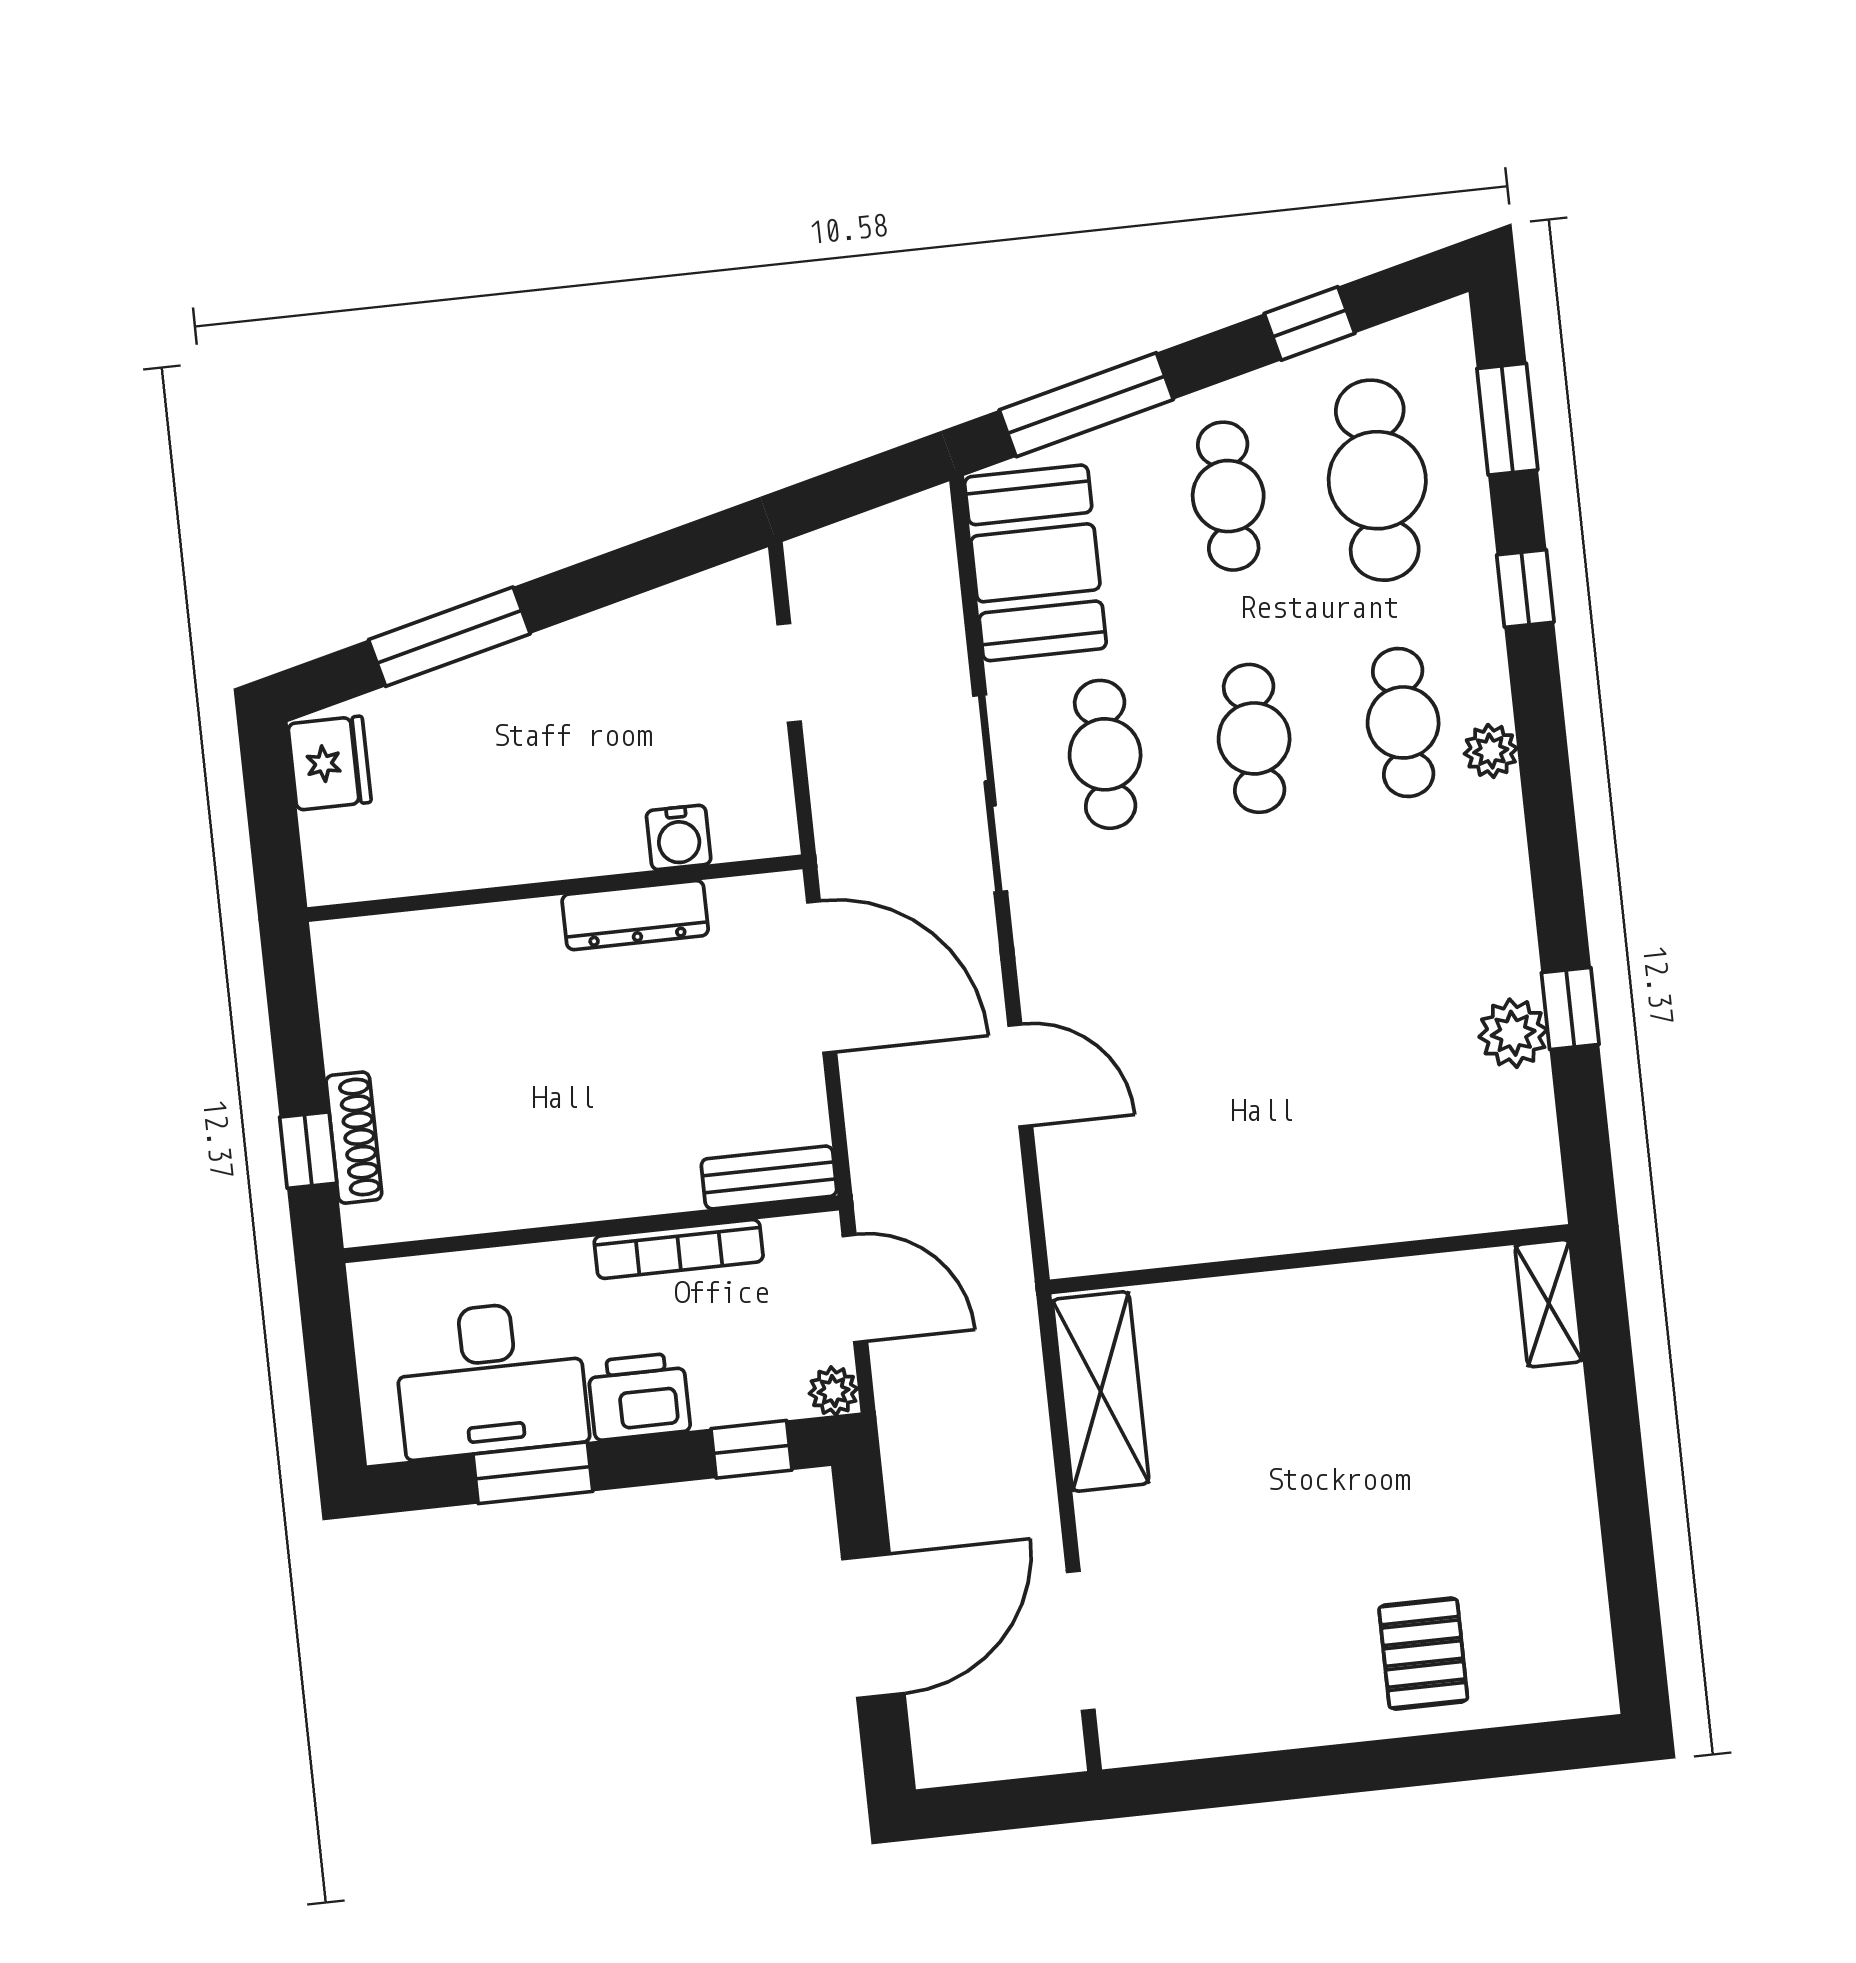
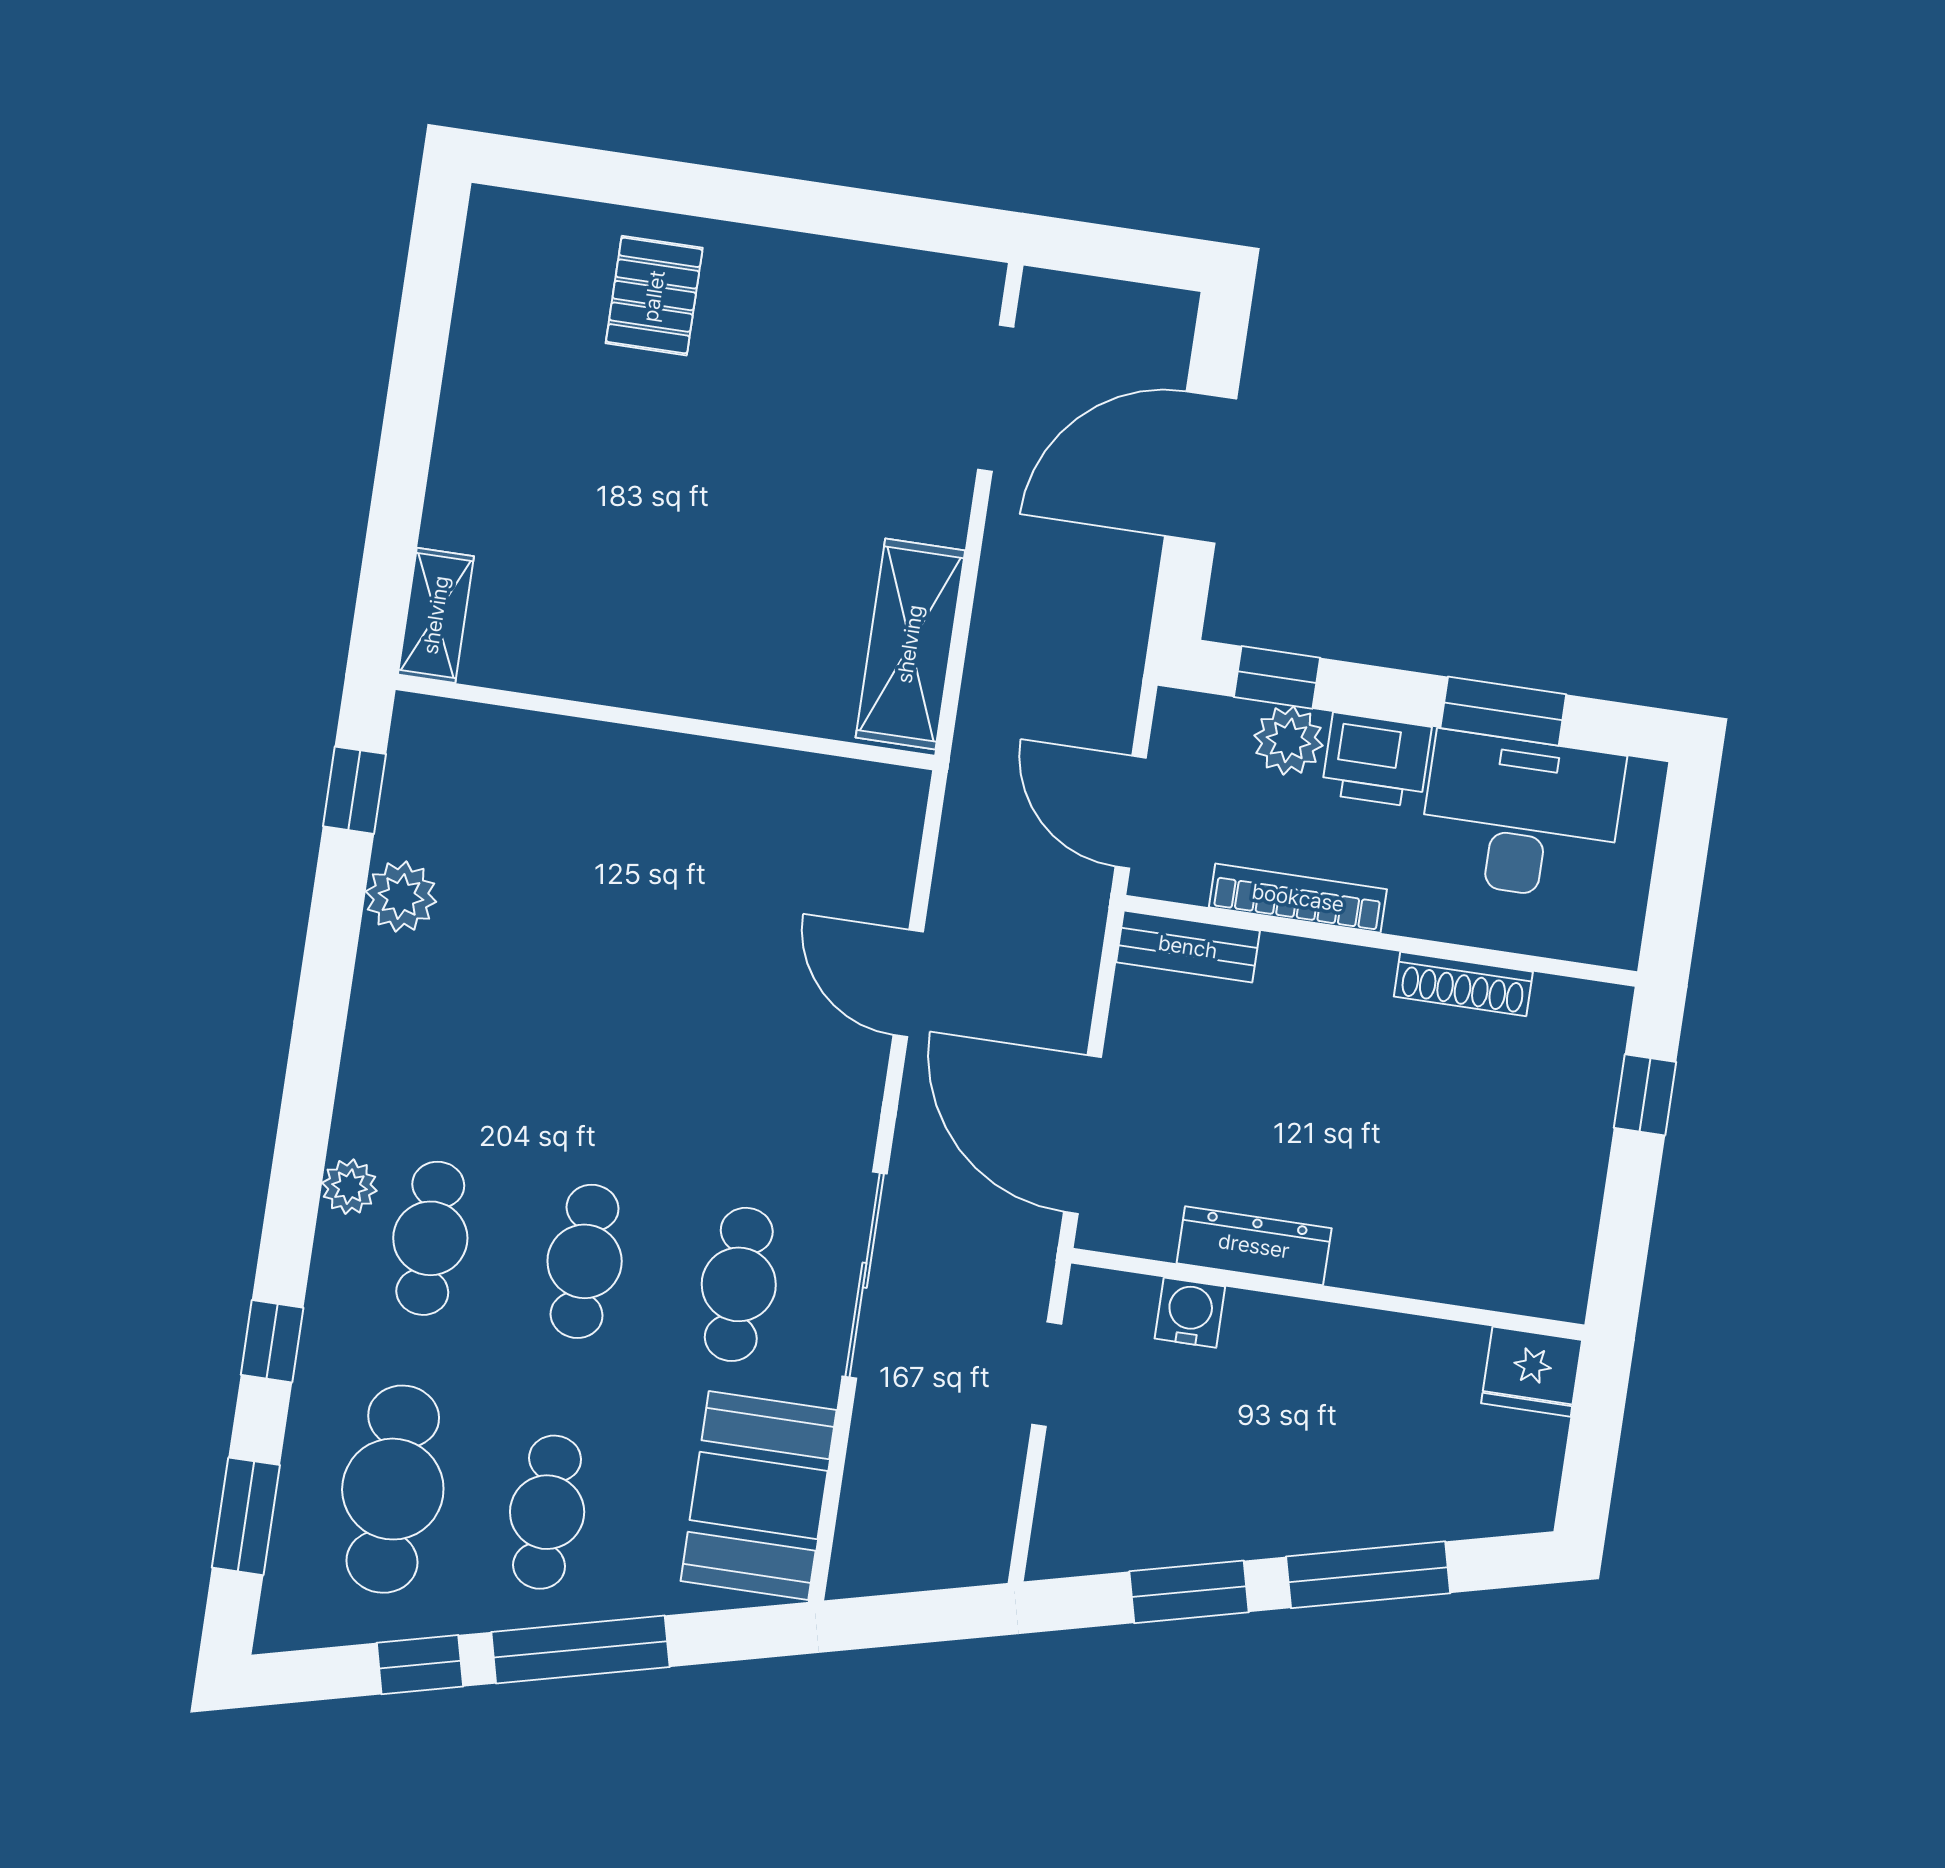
window: (1086, 405) -> (580, 1649), moved
window: (612, 578) -> (1189, 1592), added
doorway: (789, 673) -> (1047, 1374), moved
fridge: (330, 763) -> (1532, 1372), moved, turned -90
window: (1570, 1008) -> (354, 790), moved
shoe rack: (354, 1138) -> (1463, 984), moved, turned -90
plant: (833, 1391) -> (1288, 740), moved, width x1.38, depth x1.38

